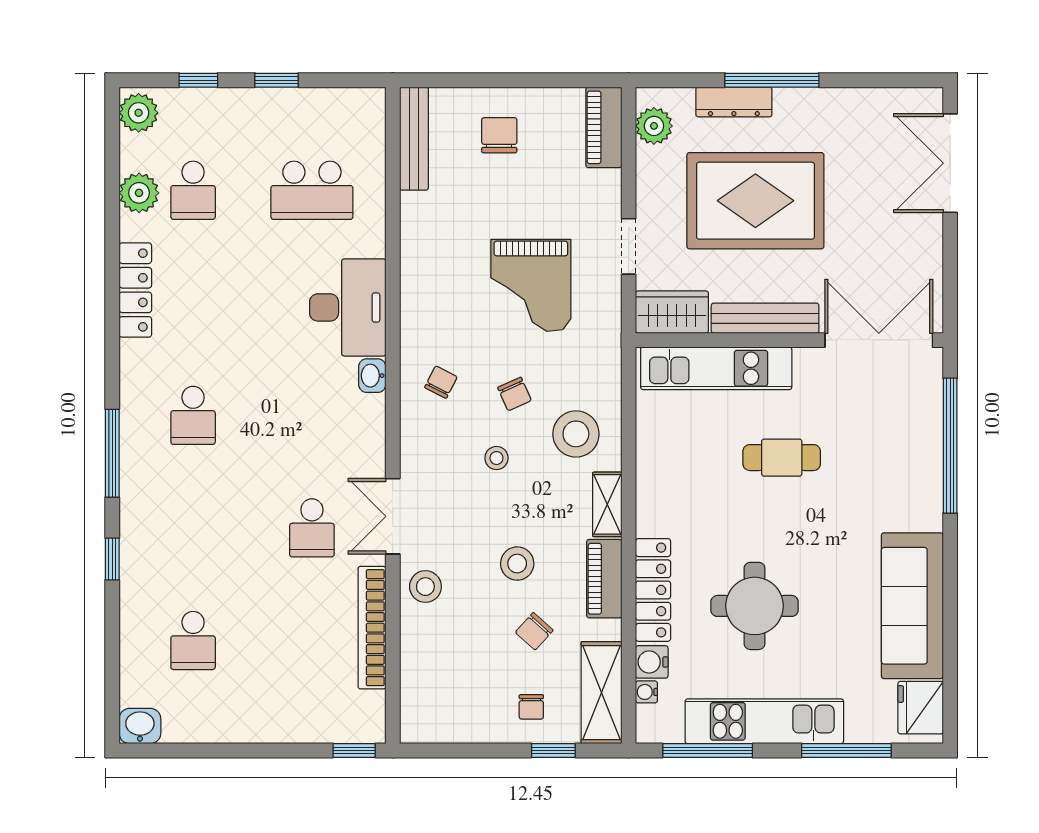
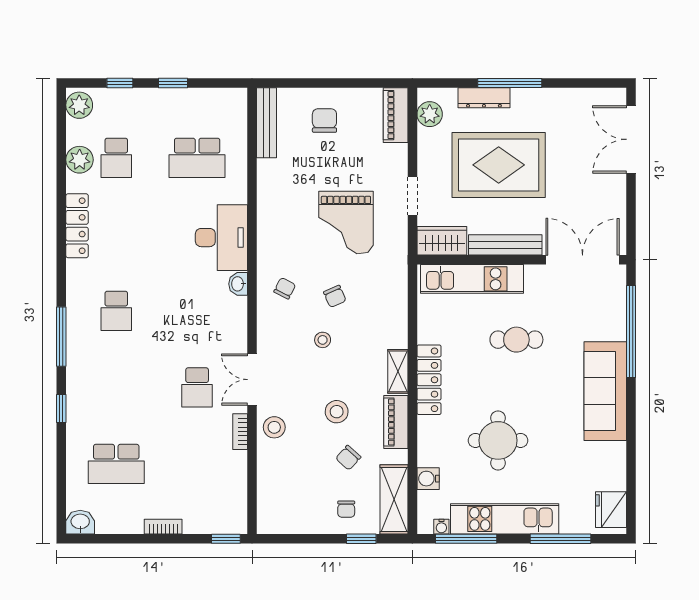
stool: (576, 434) -> (377, 324), removed
locker: (653, 590) -> (429, 380), moved
sofa: (912, 606) -> (605, 391), moved
bookcase: (372, 628) -> (240, 432), width x0.43, depth x0.76
school desk: (193, 640) -> (116, 464), width x1.85
water cooler: (646, 692) -> (441, 527), moved, turned -90
bookcase: (262, 733) -> (163, 527), added

